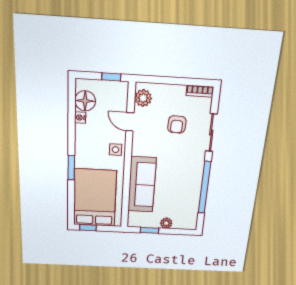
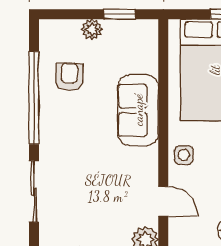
armchair: (177, 124) -> (69, 77), moved
sofa: (142, 185) -> (138, 110), width x0.73

